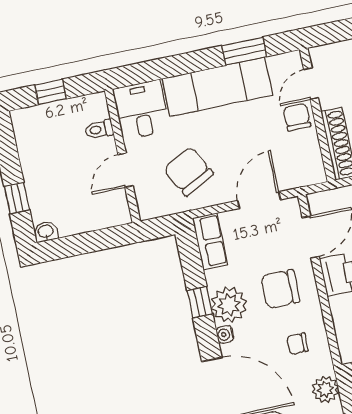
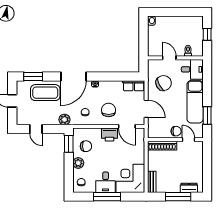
window: (17, 198) -> (167, 12), removed
window: (200, 302) -> (110, 76), removed
plant: (229, 305) -> (107, 88), removed

